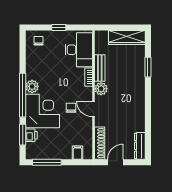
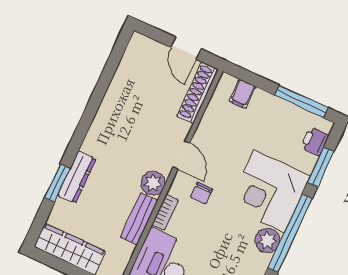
chair: (71, 108) -> (201, 193), moved
printer: (31, 135) -> (315, 141), moved
dresser: (140, 146) -> (77, 177), moved
door: (115, 162) -> (186, 48), hinge flipped

